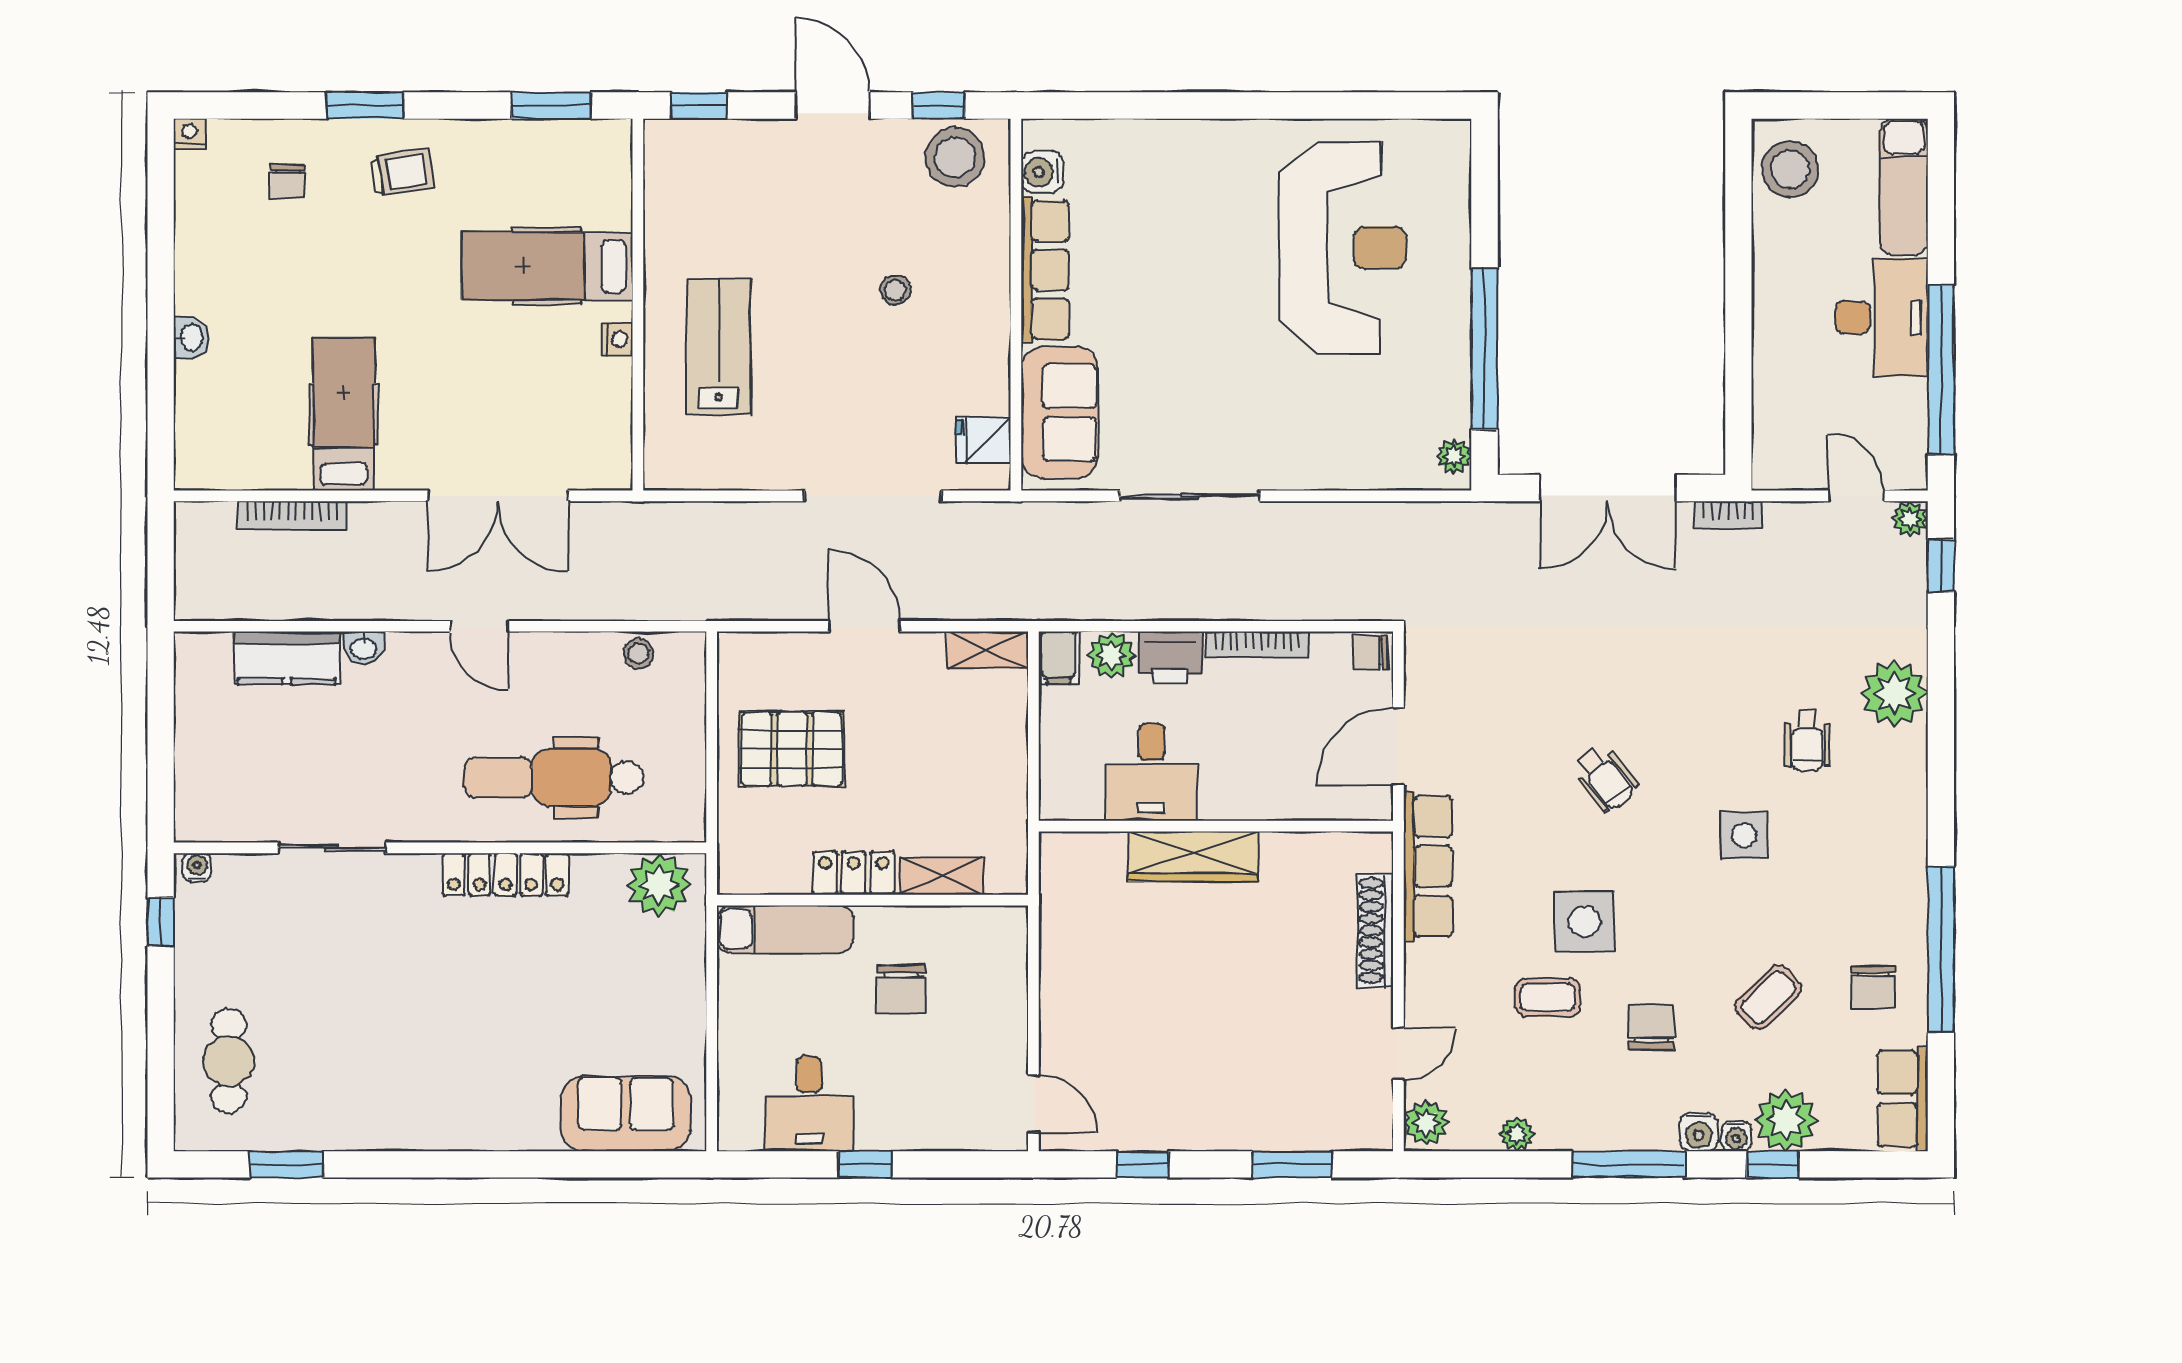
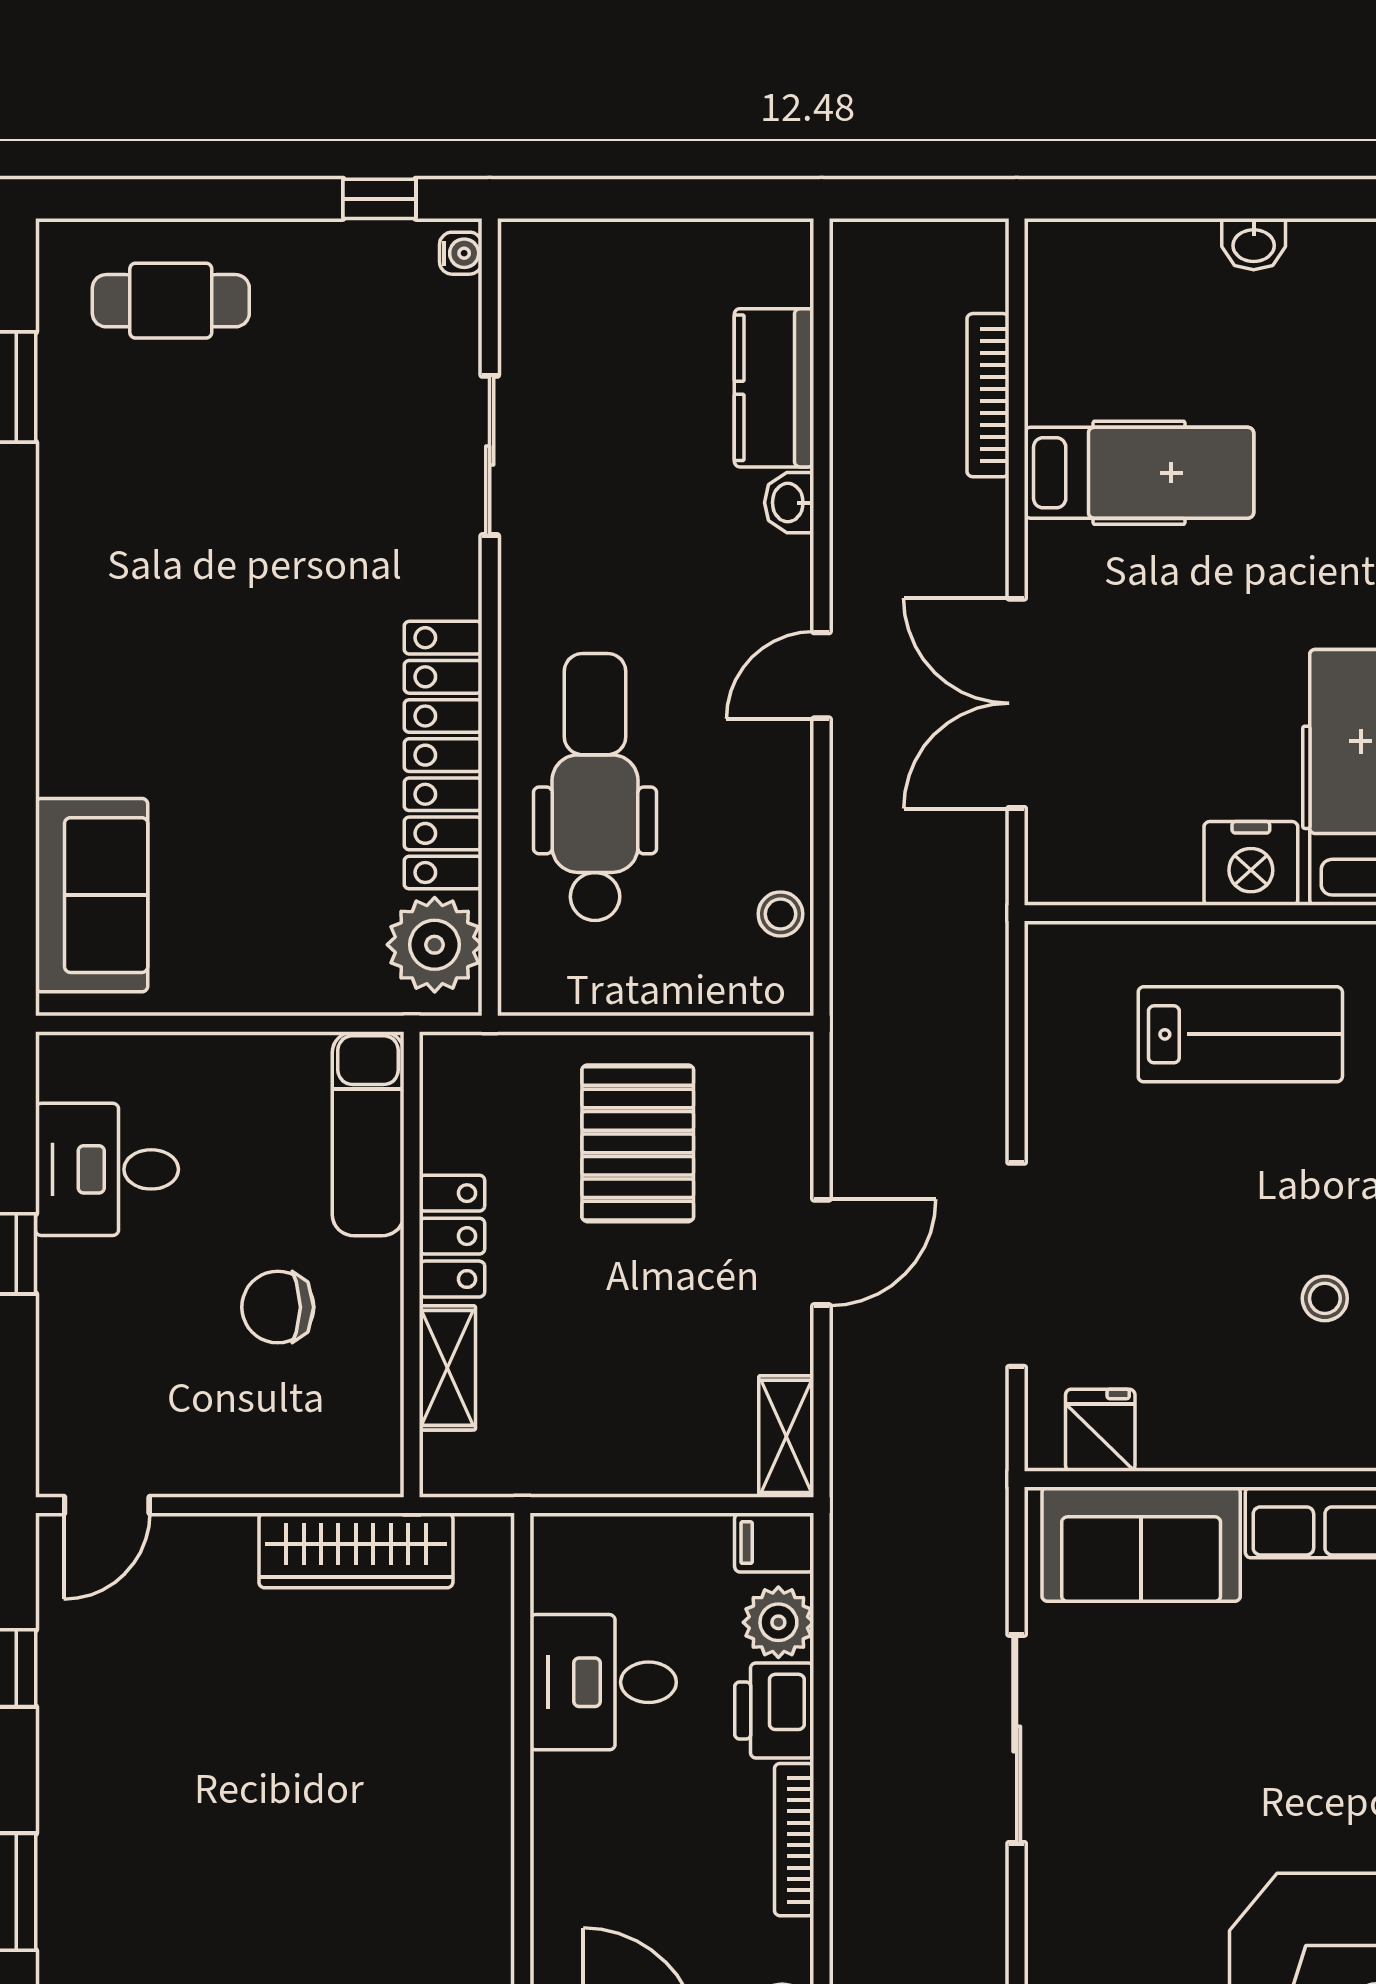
nightstand: (617, 339) -> (1251, 863), width x1.89, depth x1.79
wardrobe: (1193, 856) -> (356, 1550), moved, turned -90
locker: (505, 875) -> (443, 755), width x1.41, depth x1.21

